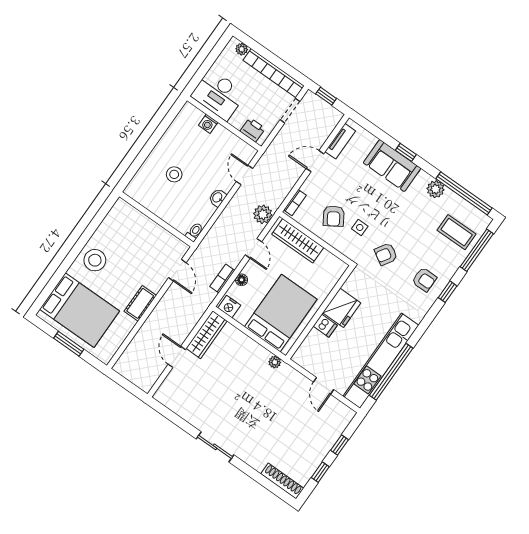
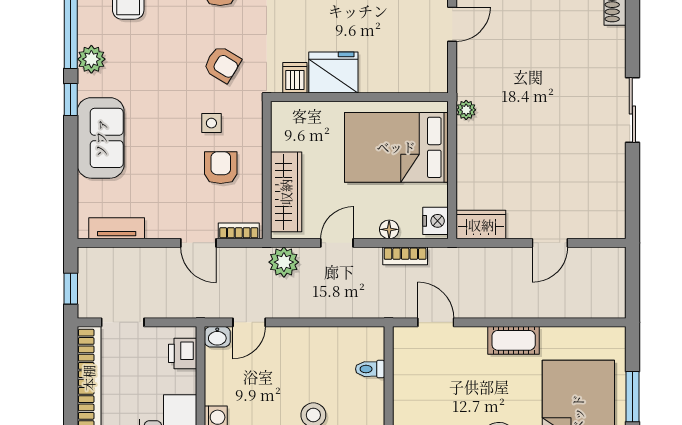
window: (406, 152) -> (71, 100), moved
door: (315, 161) -> (198, 243), moved
washbasin: (218, 198) -> (217, 337), moved
armchair: (334, 216) -> (221, 168), turned -58
toilet: (194, 232) -> (370, 369), moved
door: (177, 270) -> (436, 322), hinge flipped
dishwasher: (325, 326) -> (295, 78), moved
wardrobe: (207, 335) -> (481, 225), width x0.67

